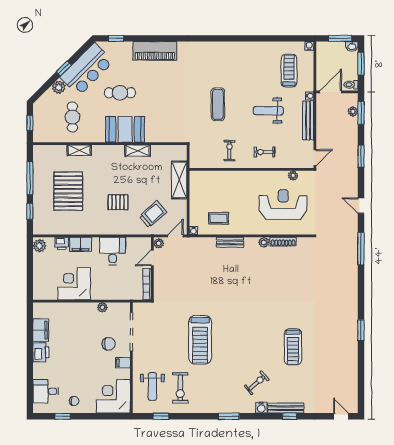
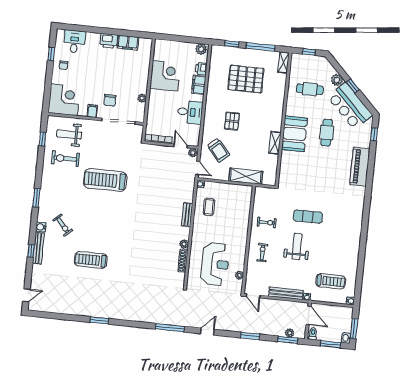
weight bench: (268, 111) -> (297, 247), moved
shelving: (79, 150) -> (284, 62), moved

